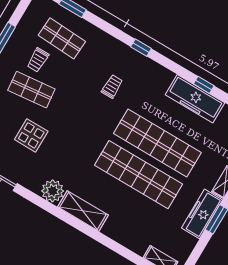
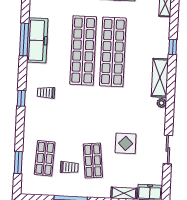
window: (204, 85) -> (24, 39), width x2.17
trolley: (112, 87) -> (46, 93), moved
plant: (53, 191) -> (162, 103), width x0.53, depth x0.53
window: (109, 243) -> (173, 47), added

